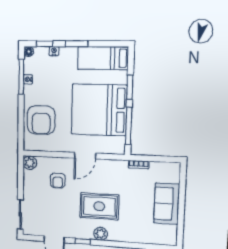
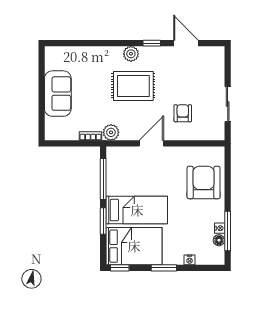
window: (45, 44) -> (120, 268), moved
floor lamp: (29, 52) -> (219, 240), moved
bed: (103, 58) -> (134, 246), width x1.50
bed: (99, 110) -> (137, 210), width x0.49
plant: (30, 163) -> (111, 132), moved
sliding door: (20, 214) -> (228, 104), moved

